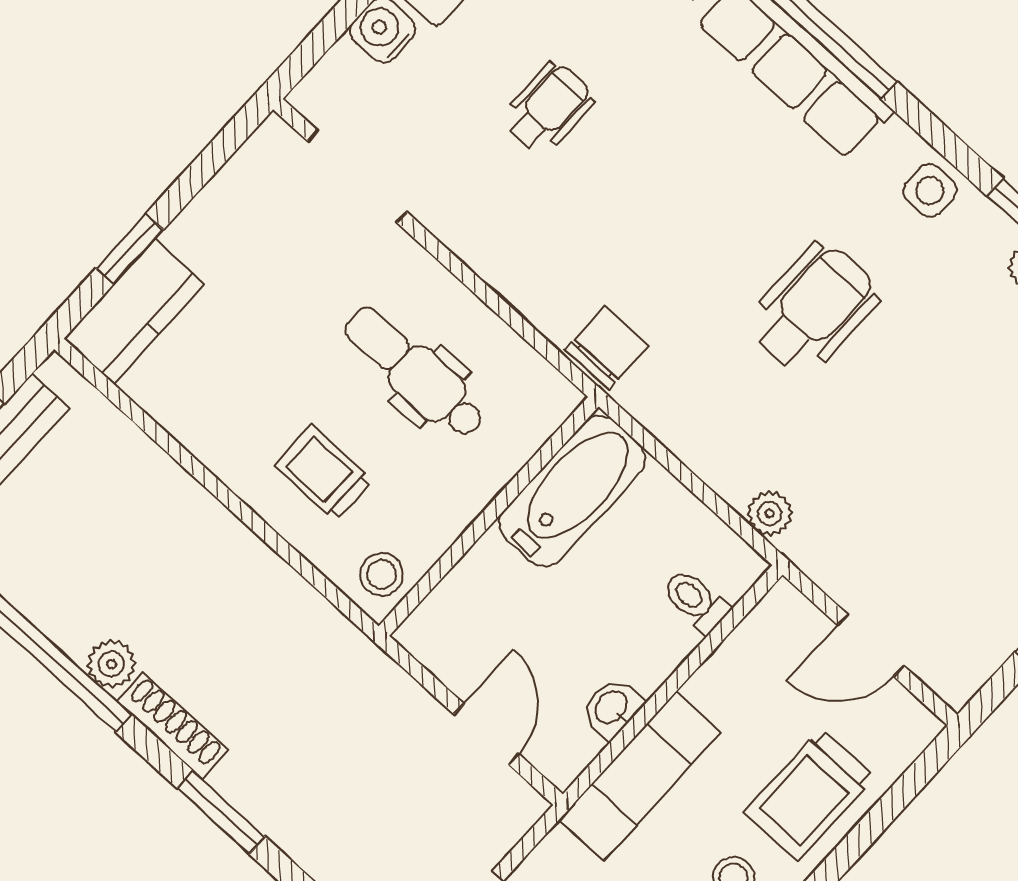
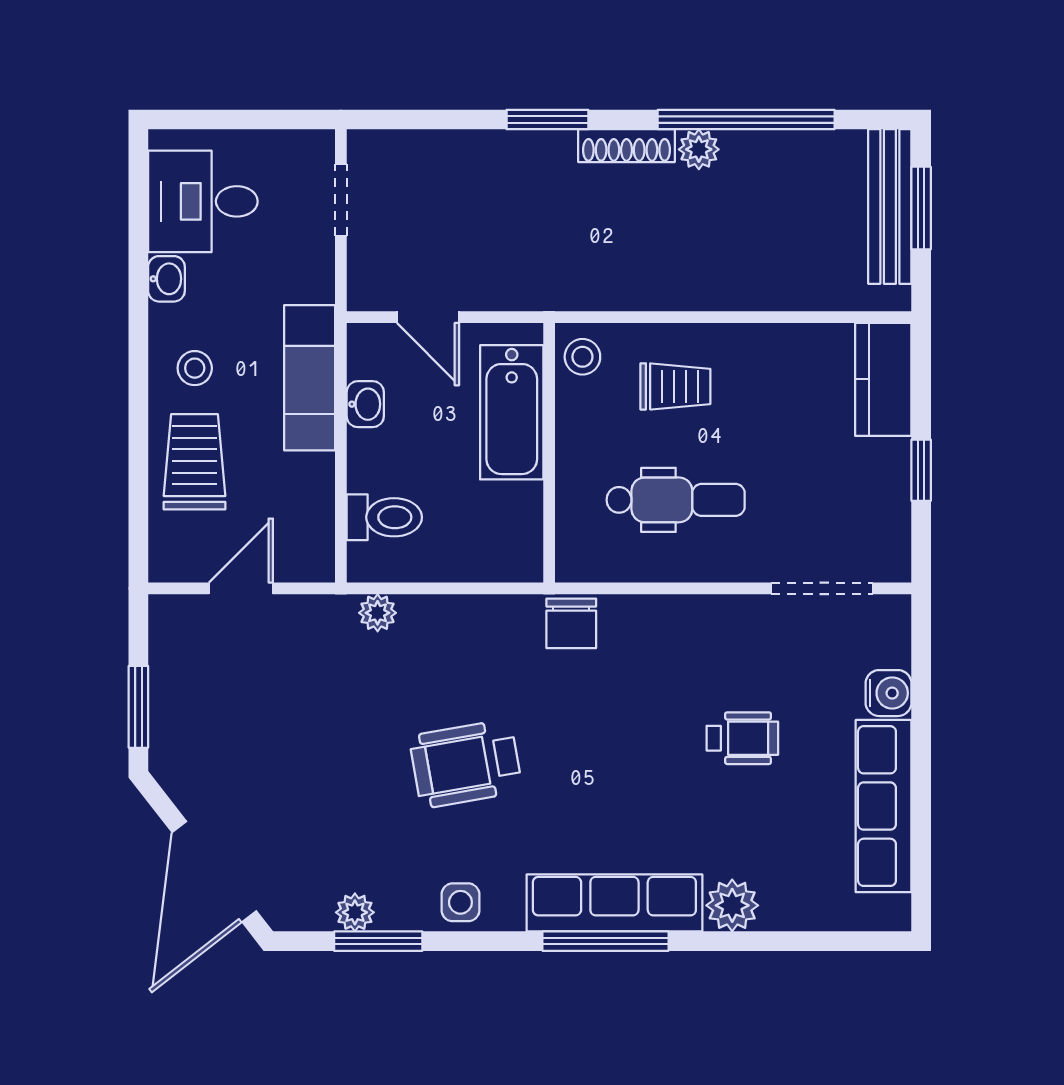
wheelchair: (548, 108) -> (742, 738), turned -90
window: (130, 249) -> (921, 470), moved
wheelchair: (813, 309) -> (466, 764), turned 80
bathtub: (572, 491) -> (512, 412), moved
toilet: (696, 601) -> (384, 517), width x1.37, depth x1.39

